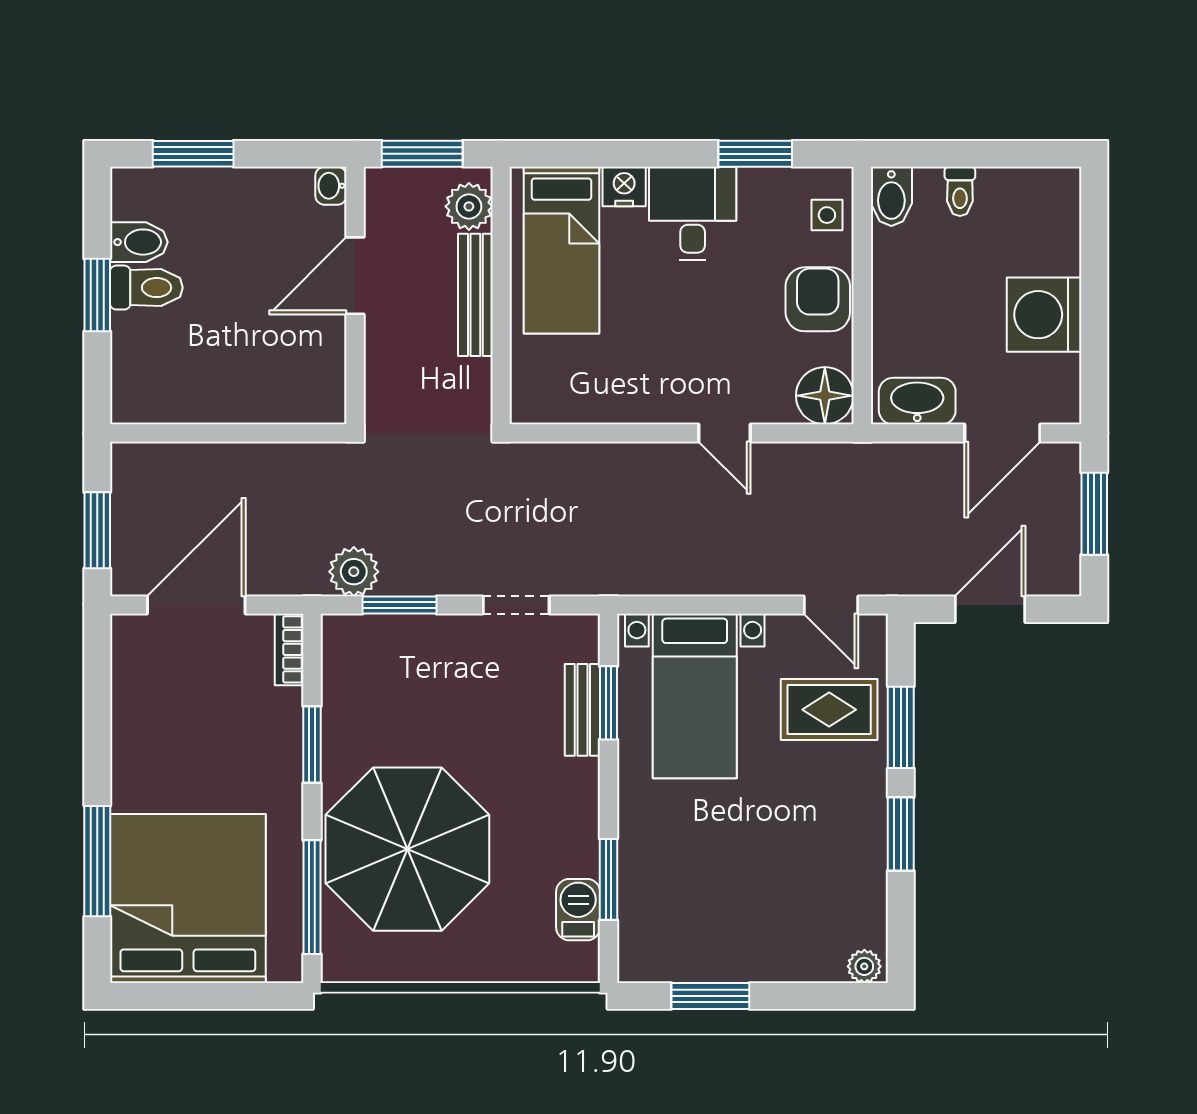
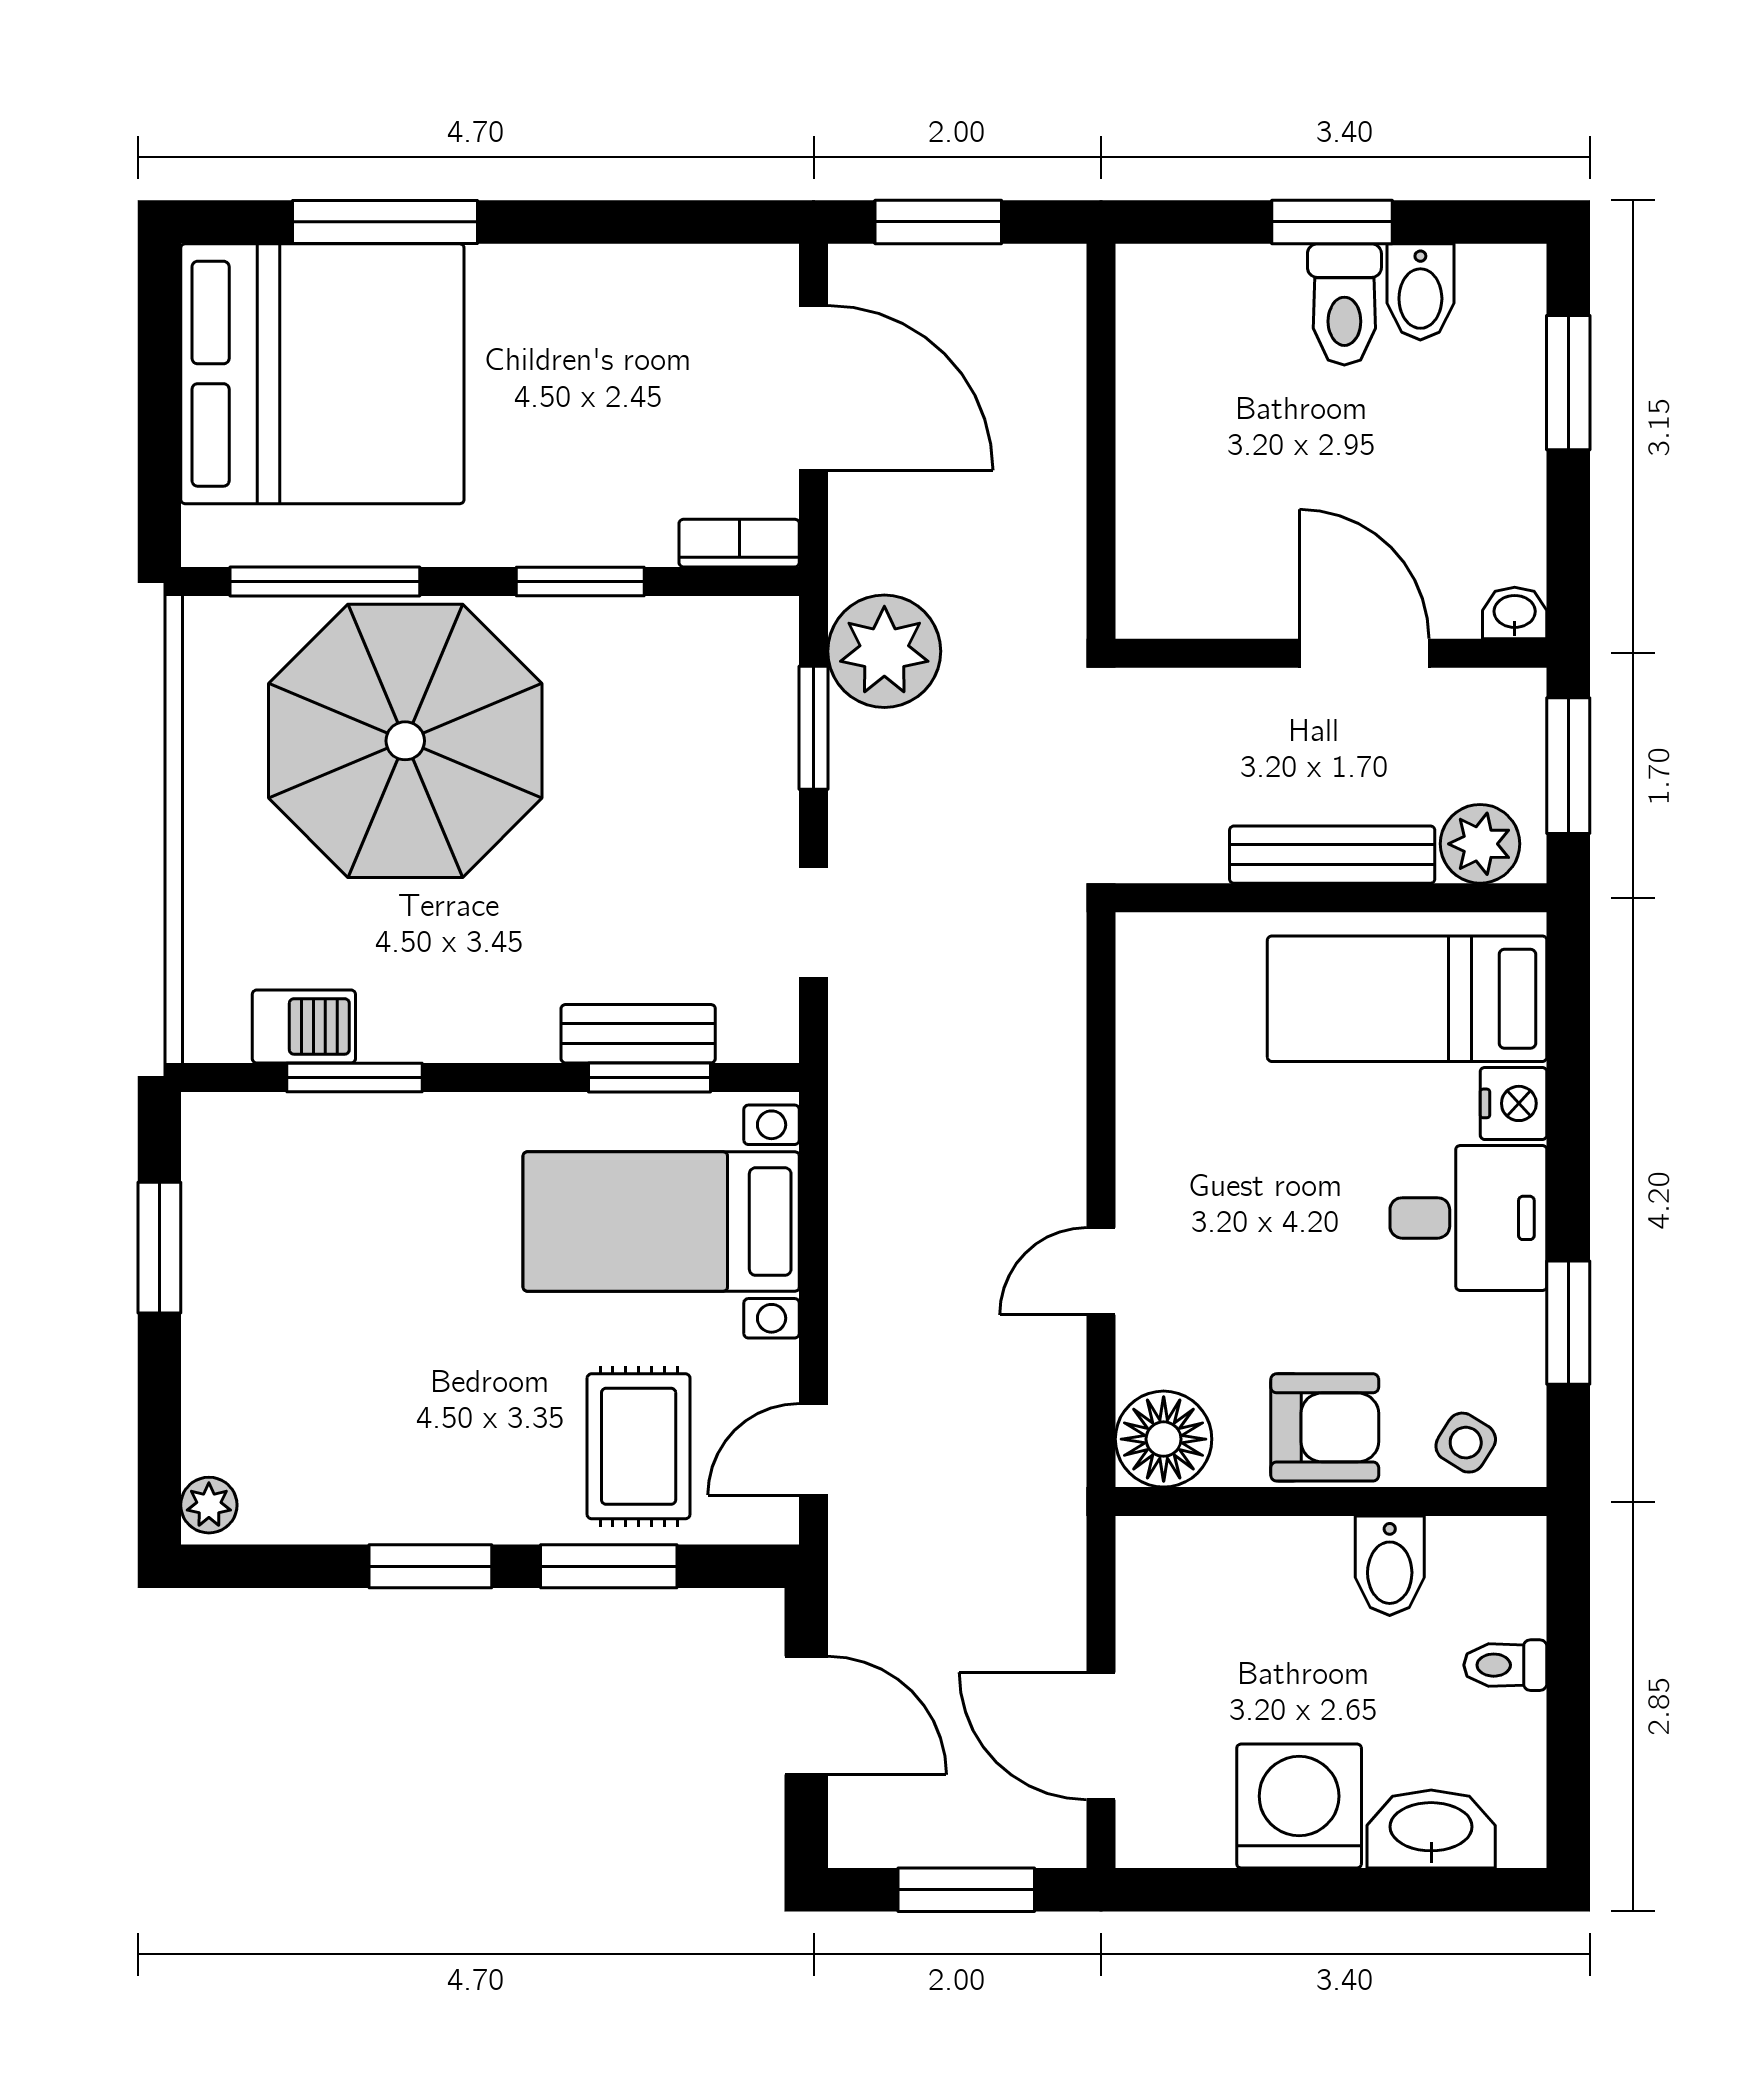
bidet: (891, 196) -> (1390, 1566), moved, turned -90
side table: (827, 215) -> (1466, 1443), turned 32
washbasin: (917, 401) -> (1431, 1829), moved, turned -90
plant: (354, 572) -> (884, 651), width x1.36, depth x1.36

